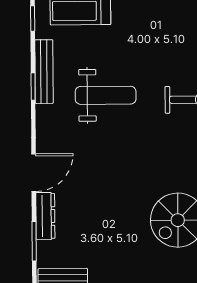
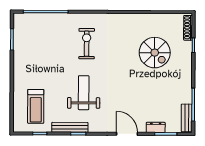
dresser: (45, 216) -> (156, 127), width x0.70

